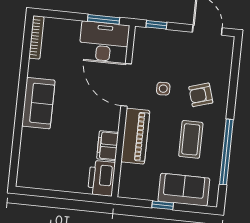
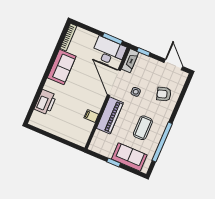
fireplace: (141, 44) -> (130, 61), added
armchair: (201, 95) -> (164, 94), moved
sofa: (38, 103) -> (62, 67), moved
filing cabinet: (108, 146) -> (91, 116), width x0.50
printer: (102, 178) -> (45, 102), moved, turned 180

